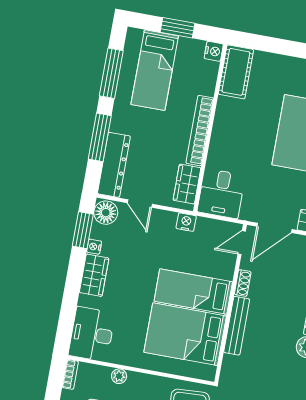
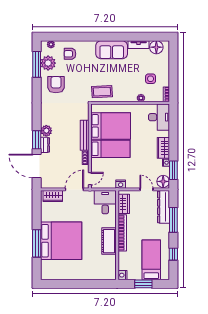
cot: (236, 72) -> (109, 241), moved
window: (111, 73) -> (173, 254), width x0.46

